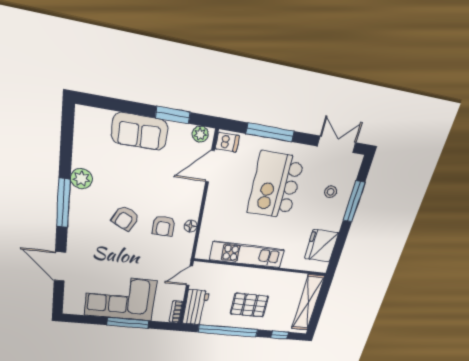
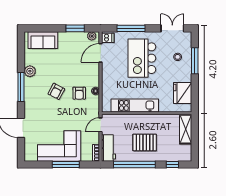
sofa: (140, 131) -> (43, 40), moved
shelving: (308, 303) -> (186, 129), width x0.68

